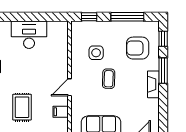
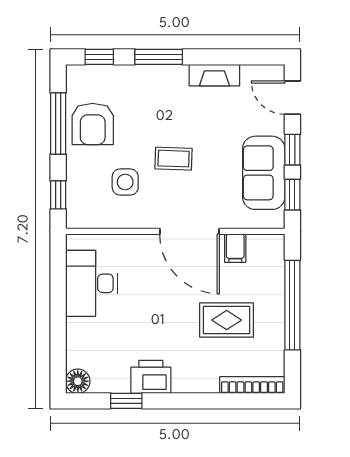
desk: (29, 35) -> (91, 283), moved
armchair: (138, 48) -> (93, 124), moved
fireplace: (153, 84) -> (214, 75), moved
door: (70, 87) -> (189, 231), width x1.88

